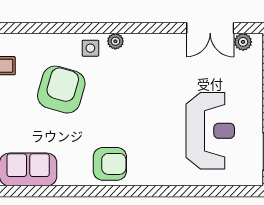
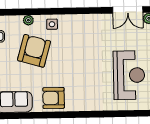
plant: (115, 41) -> (28, 20), moved
armchair: (110, 164) -> (54, 98), moved, turned 180

